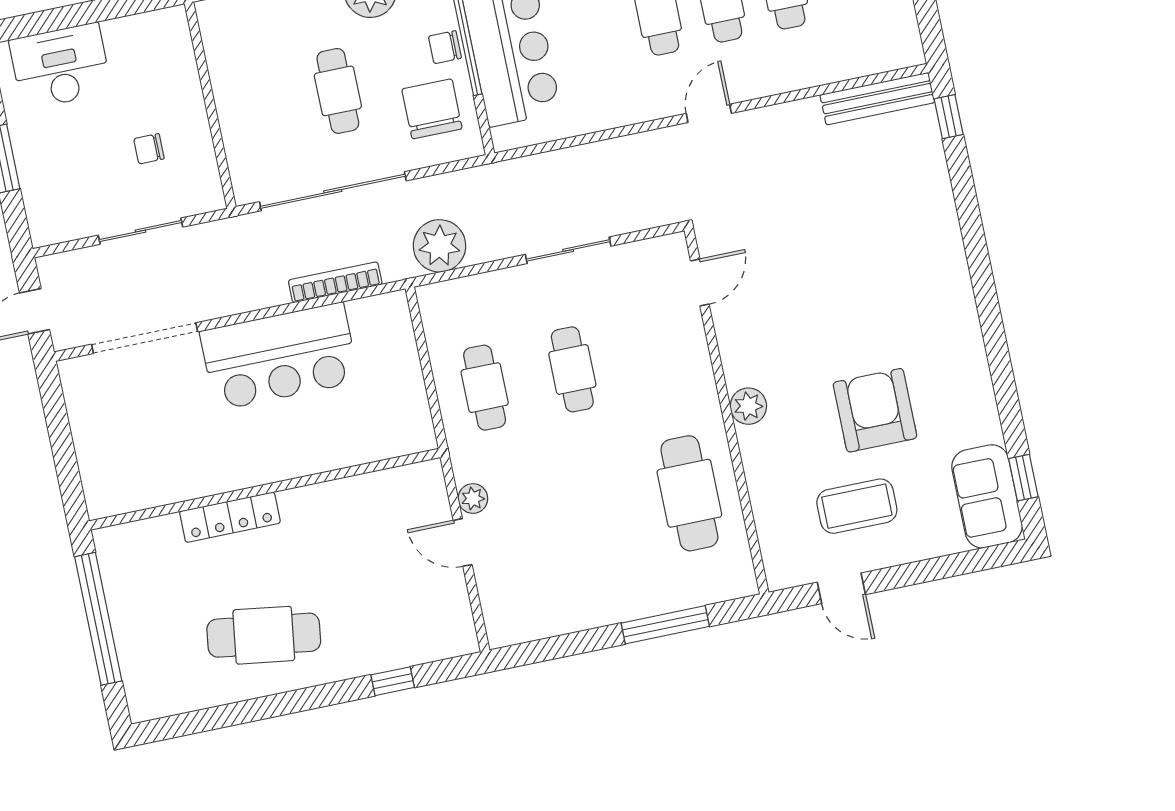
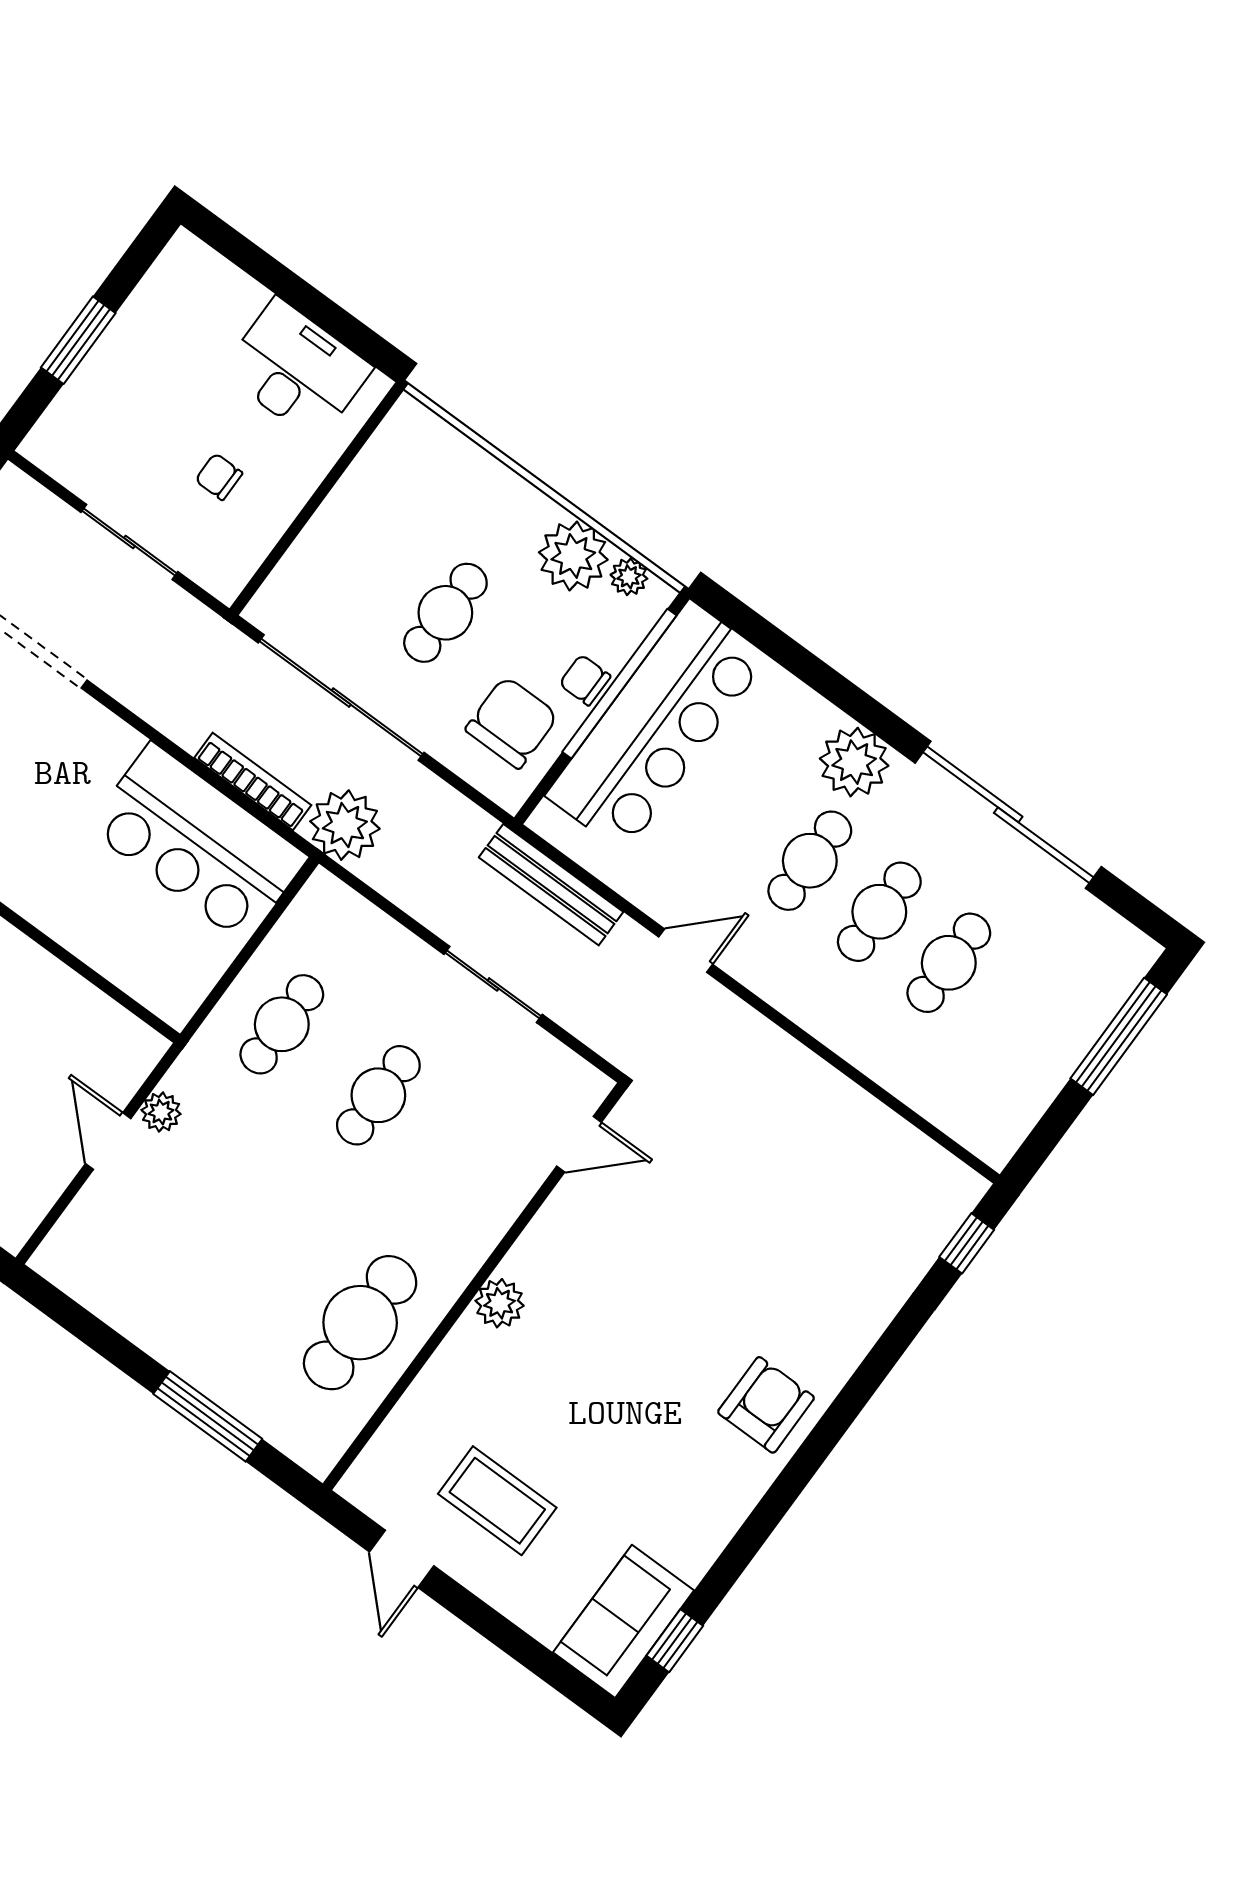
desk: (60, 66) -> (297, 370), moved
bench: (877, 99) -> (551, 885), moved
door: (709, 113) -> (686, 951), moved
plant: (440, 246) -> (345, 825), moved
bar counter: (279, 356) -> (198, 843), moved
armchair: (875, 410) -> (766, 1405), moved, width x0.73, depth x0.73

